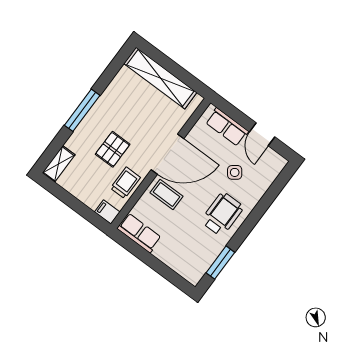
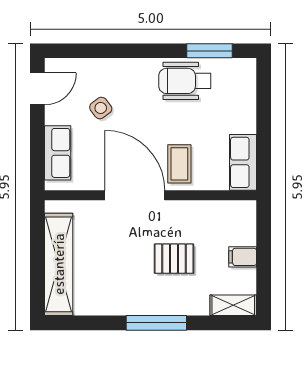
door: (262, 134) -> (37, 89), moved
trolley: (125, 183) -> (200, 218), removed
filing cabinet: (107, 212) -> (243, 257), moved, turned 90
wheelchair: (222, 214) -> (185, 81), moved

